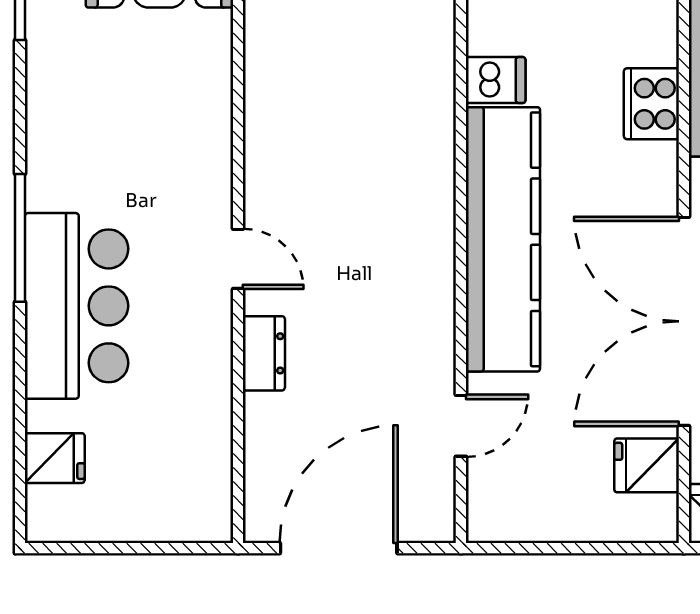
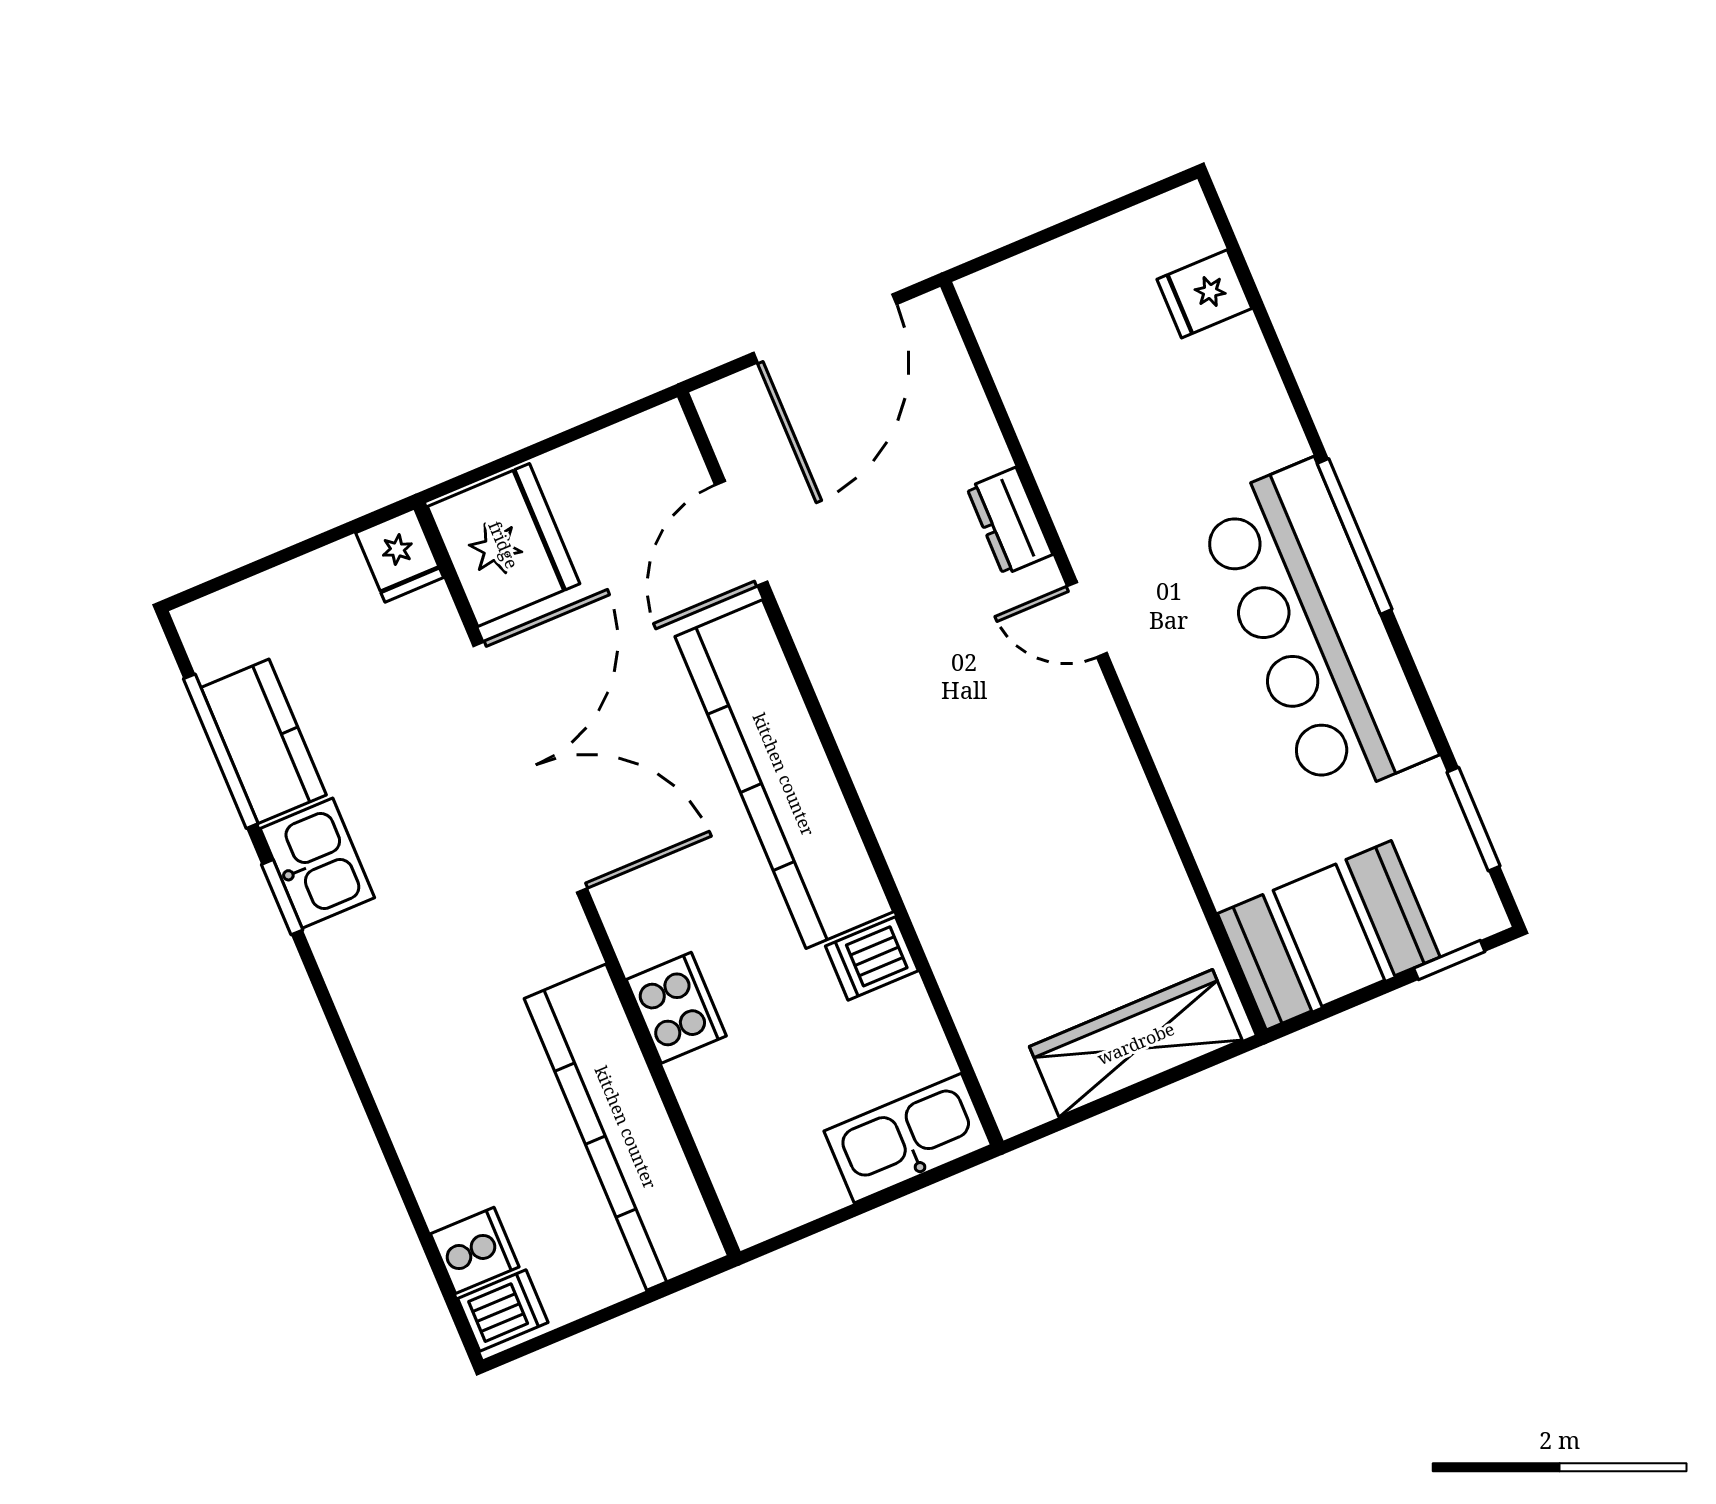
bar counter: (77, 306) -> (1316, 631), moved, width x1.36
door: (461, 426) -> (741, 533), width x1.38
fridge: (647, 465) -> (504, 545), width x1.88, depth x1.34

